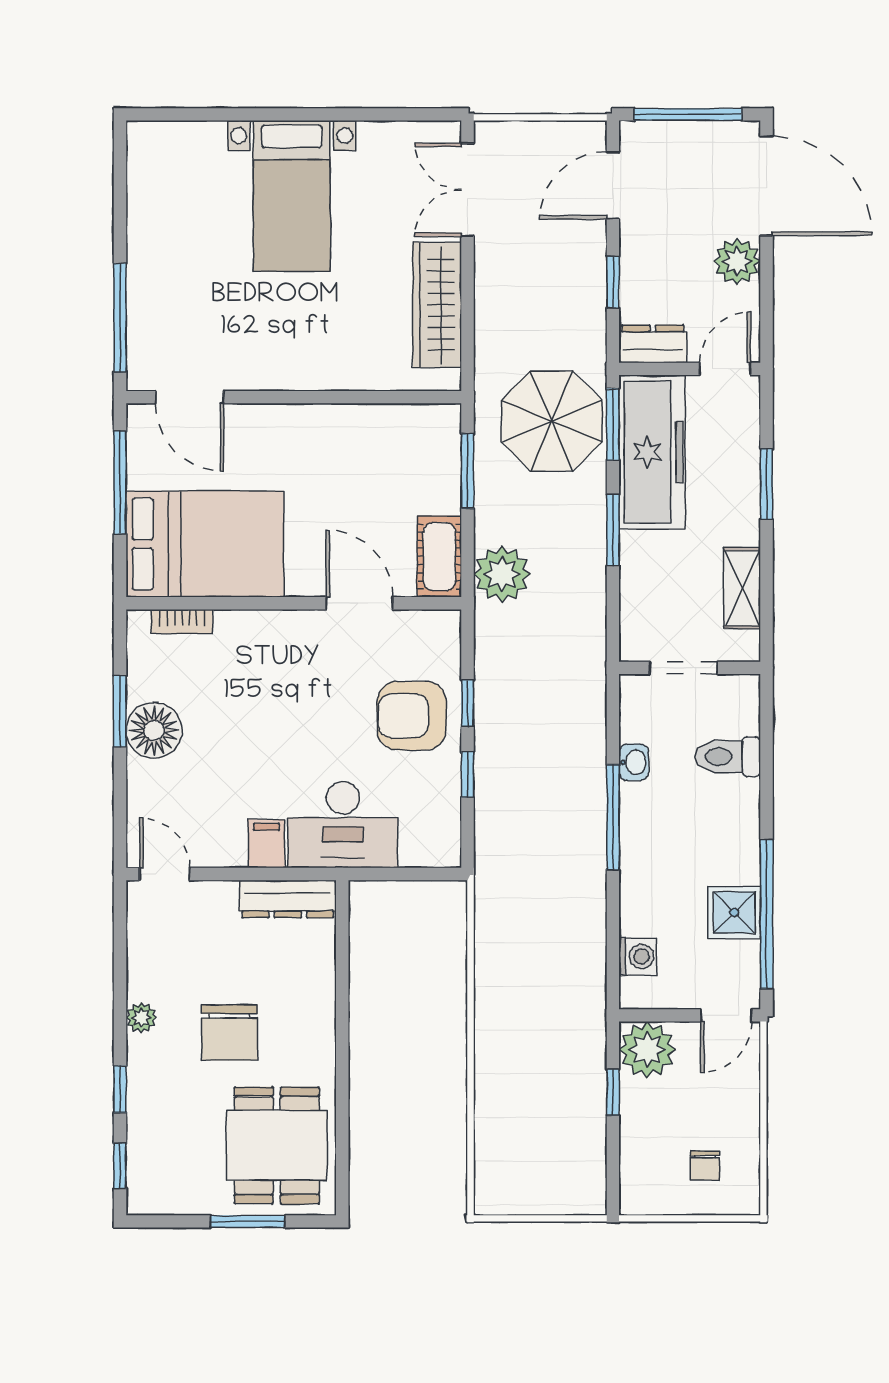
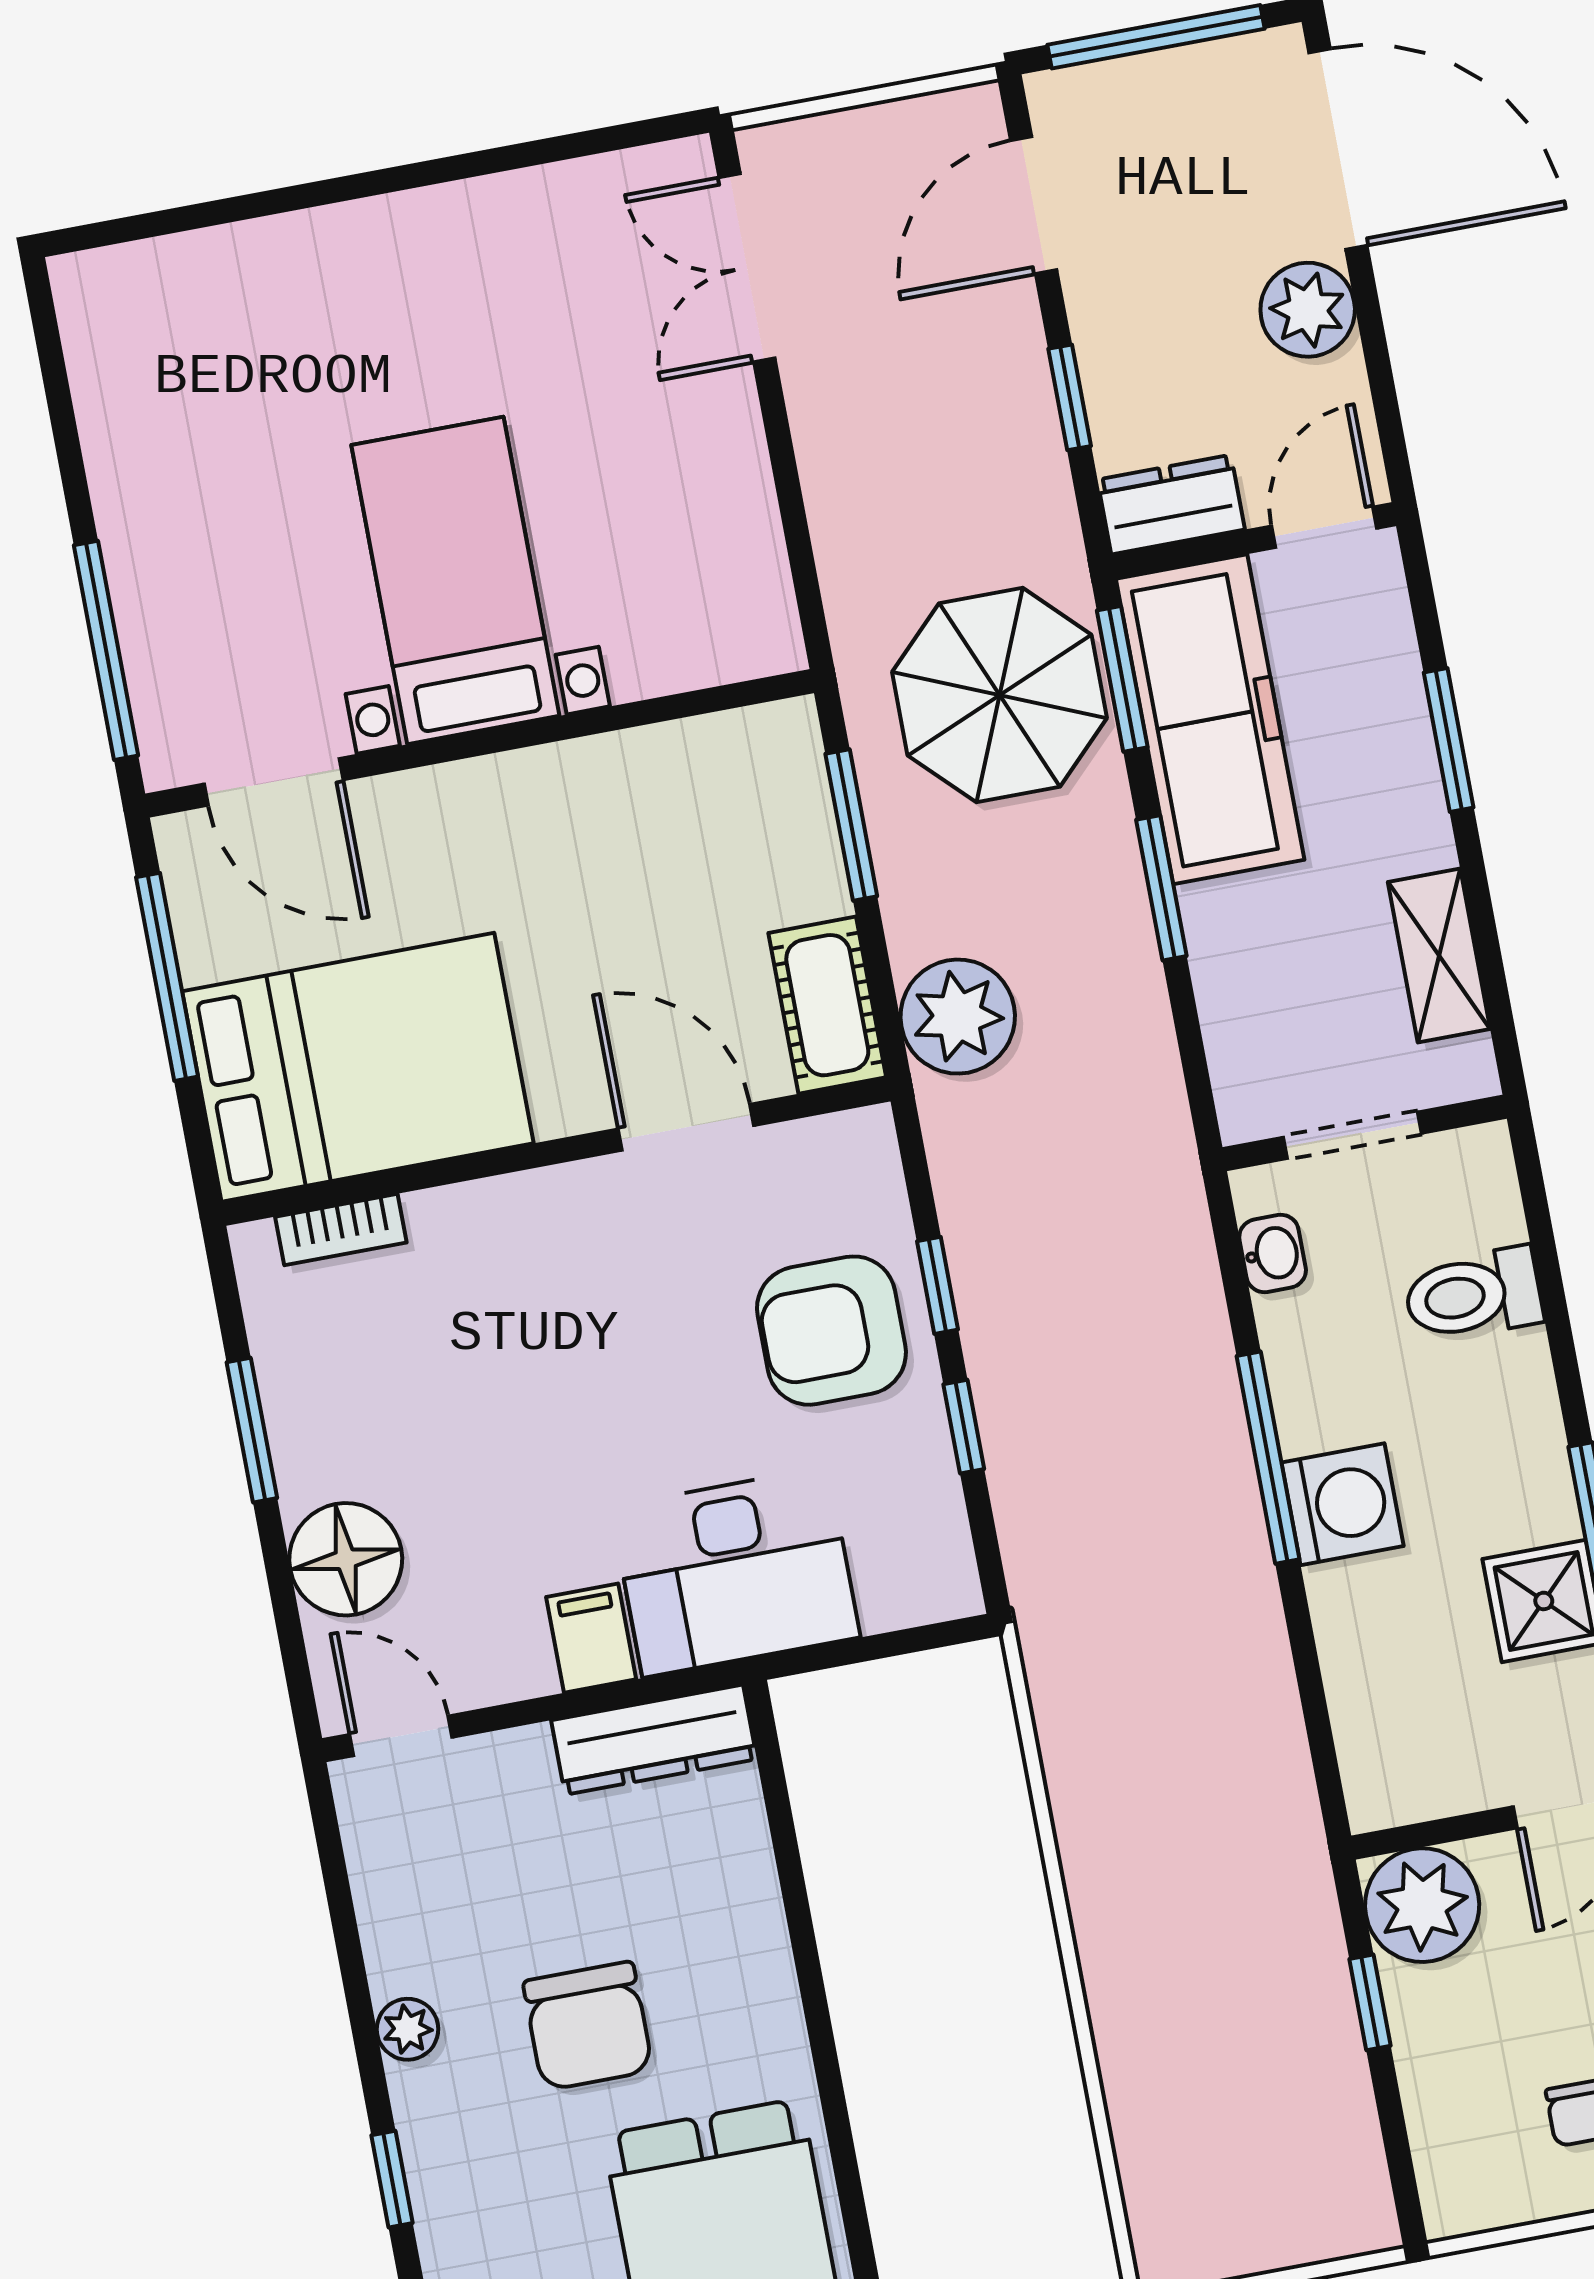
bed with nightstands: (292, 196) -> (455, 580), moved, turned 180
wardrobe: (437, 305) -> (730, 507), removed
floor lamp: (154, 730) -> (346, 1559), moved
washbasin: (634, 762) -> (1273, 1254), moved
washing machine: (638, 956) -> (1342, 1504), moved, width x1.38, depth x1.38

